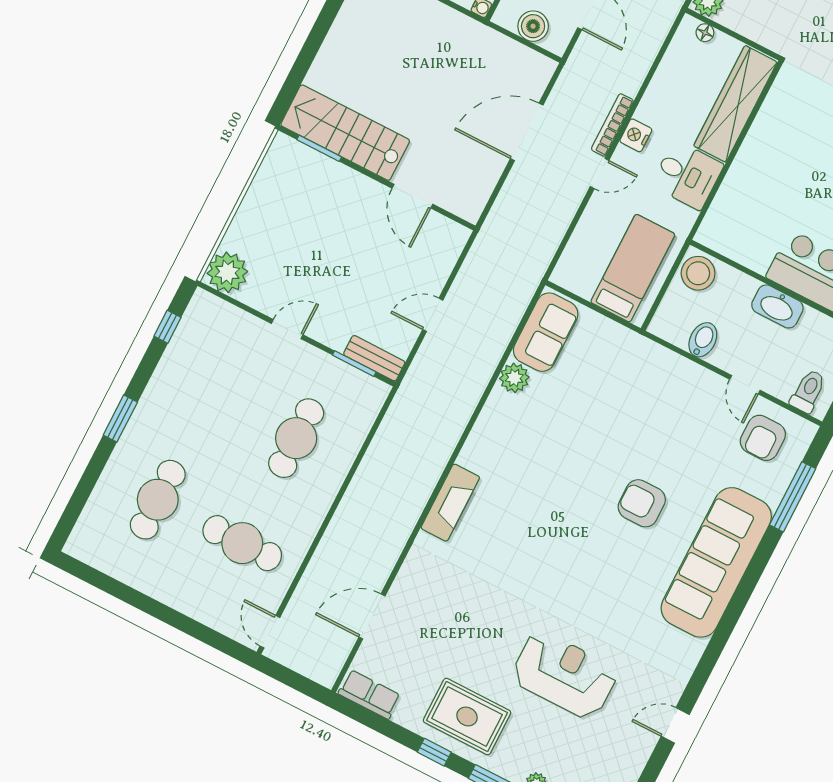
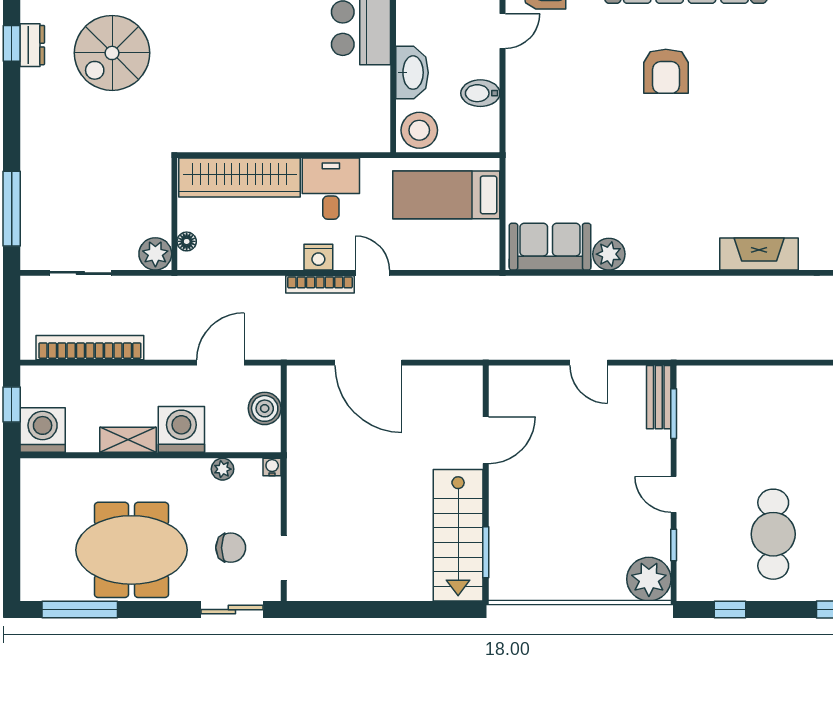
washbasin: (777, 306) -> (412, 73), moved
window: (245, 308) -> (674, 545), added
cafe table: (296, 438) -> (773, 534), moved, turned 90

